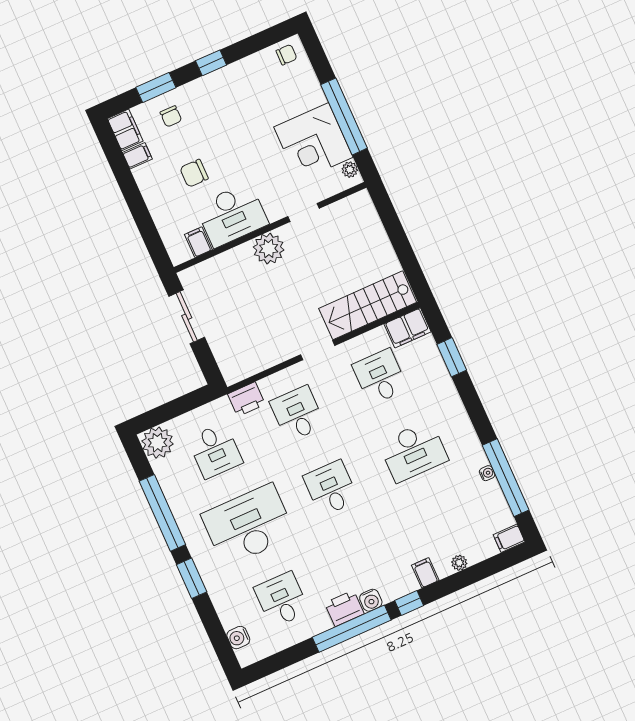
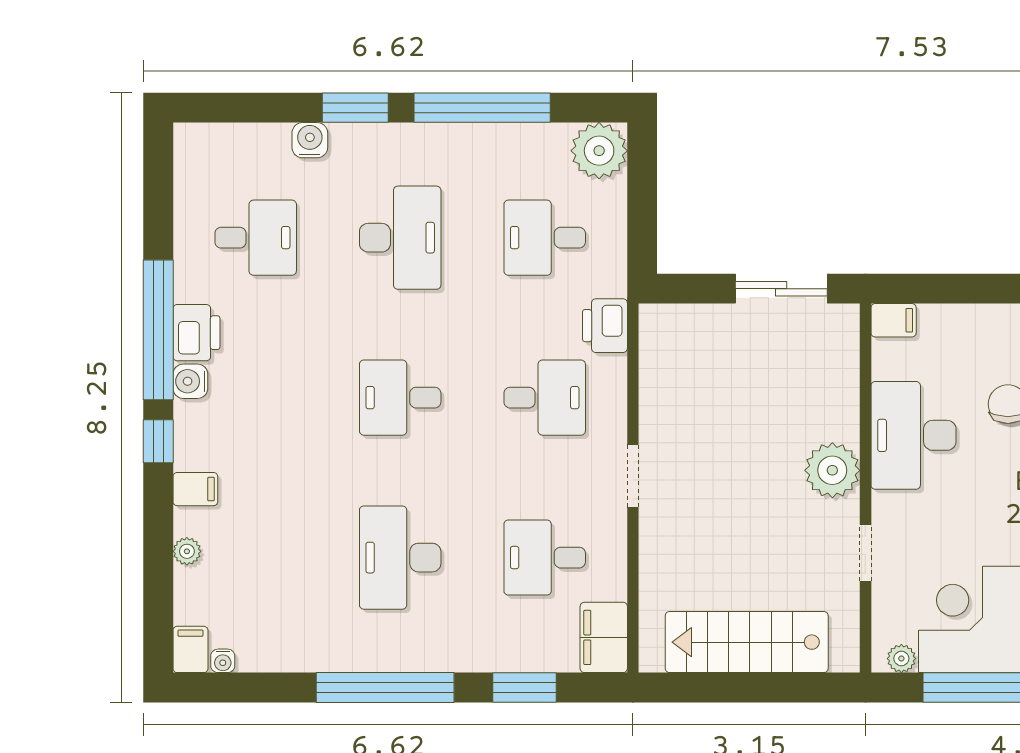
filing cabinet: (198, 242) -> (894, 320), moved
stairs: (368, 305) -> (747, 642), moved, turned -90
desk: (380, 377) -> (545, 558), turned 180
water cooler: (487, 473) -> (223, 661), moved
window: (506, 478) -> (385, 688), moved
desk: (331, 488) -> (400, 398), turned 180
desk: (248, 525) -> (400, 238), width x0.73, depth x0.77
water cooler: (238, 638) -> (310, 140), moved

